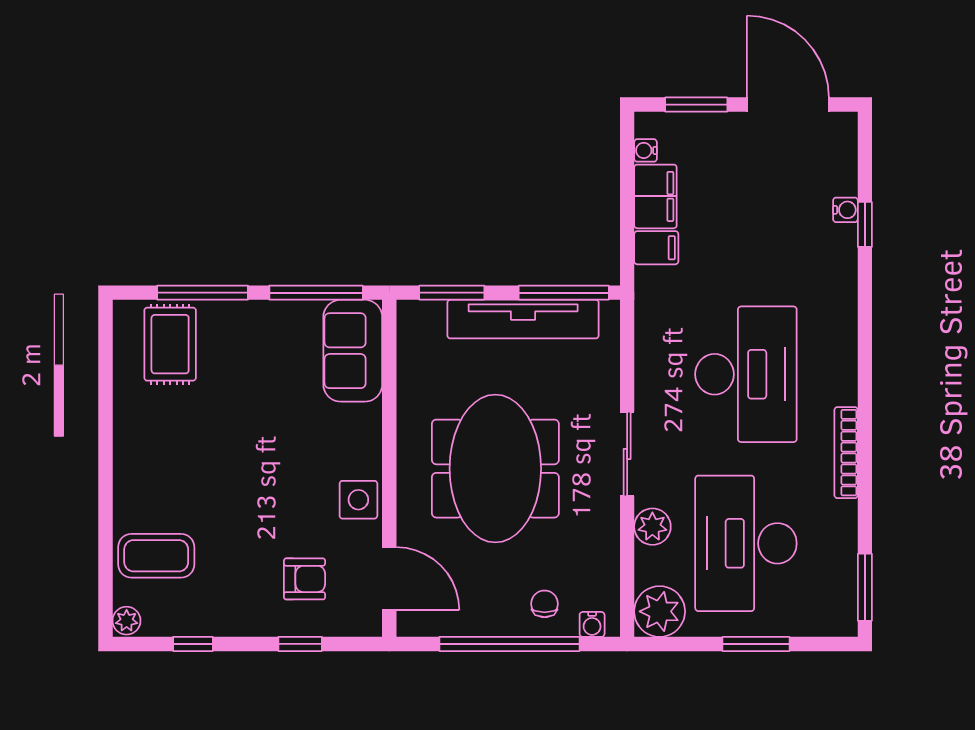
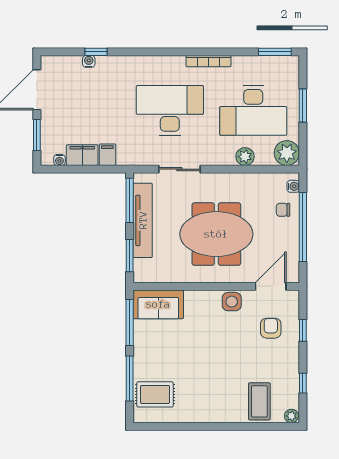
sliding door: (627, 454) -> (179, 169), moved

